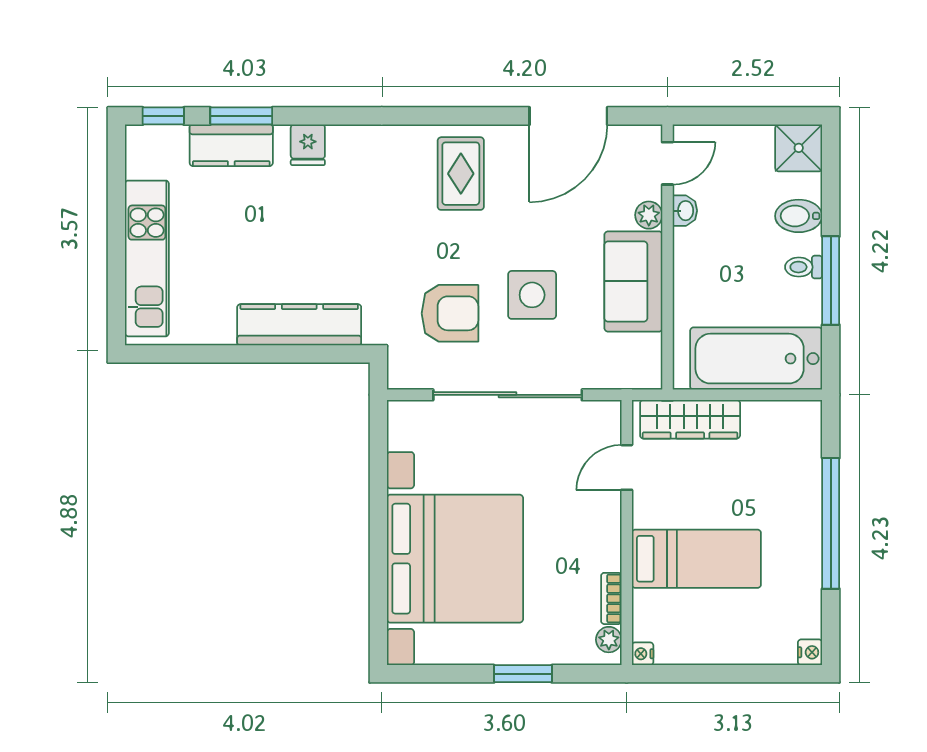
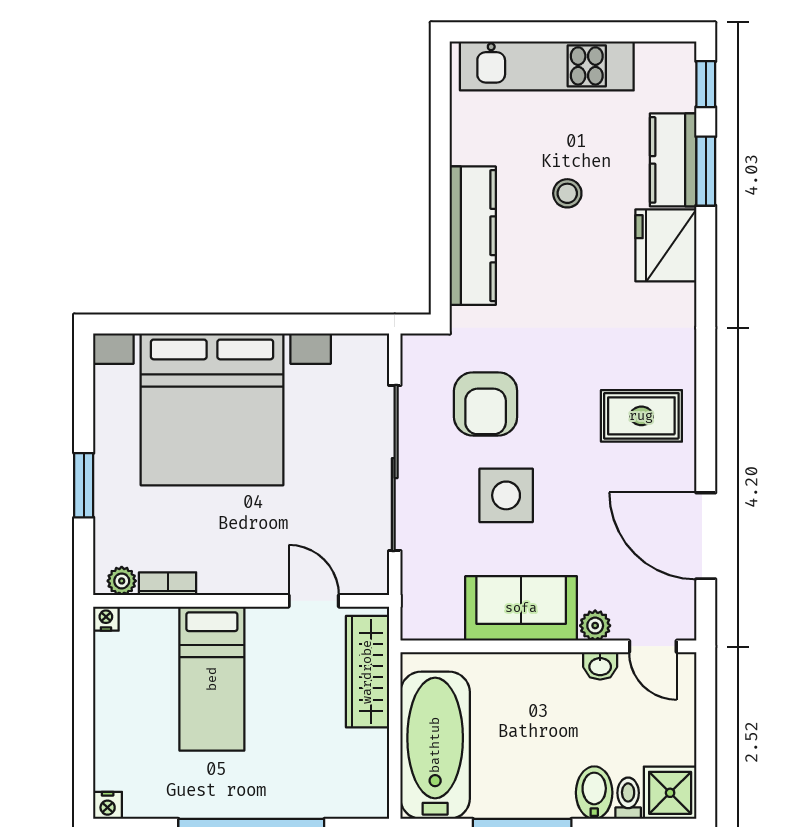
fridge: (308, 145) -> (666, 245), width x1.88, depth x1.34
stool: (261, 240) -> (567, 193), added
toilet: (804, 267) -> (628, 798), moved

